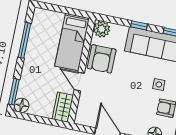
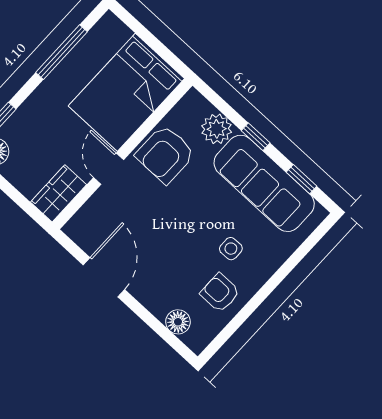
plant: (102, 29) -> (217, 129), moved
bed: (72, 42) -> (126, 92), width x1.50

